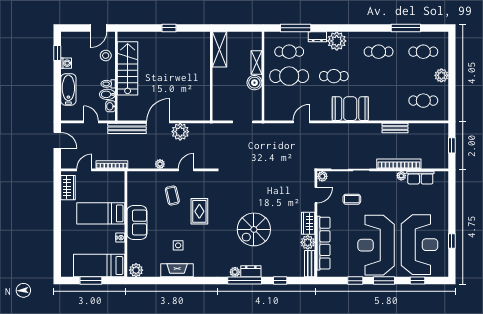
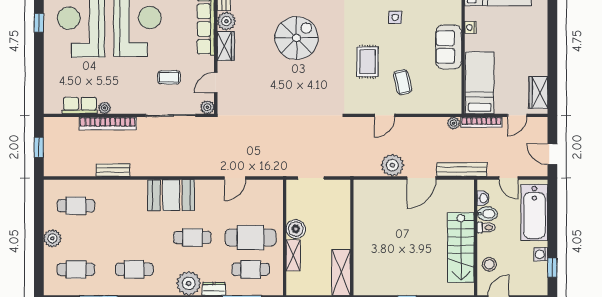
bathtub: (68, 89) -> (534, 213), width x1.36, depth x1.36
plant: (160, 164) -> (454, 123), moved
bed: (101, 213) -> (480, 83), moved, turned -90

